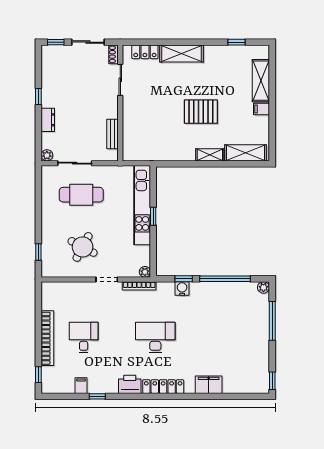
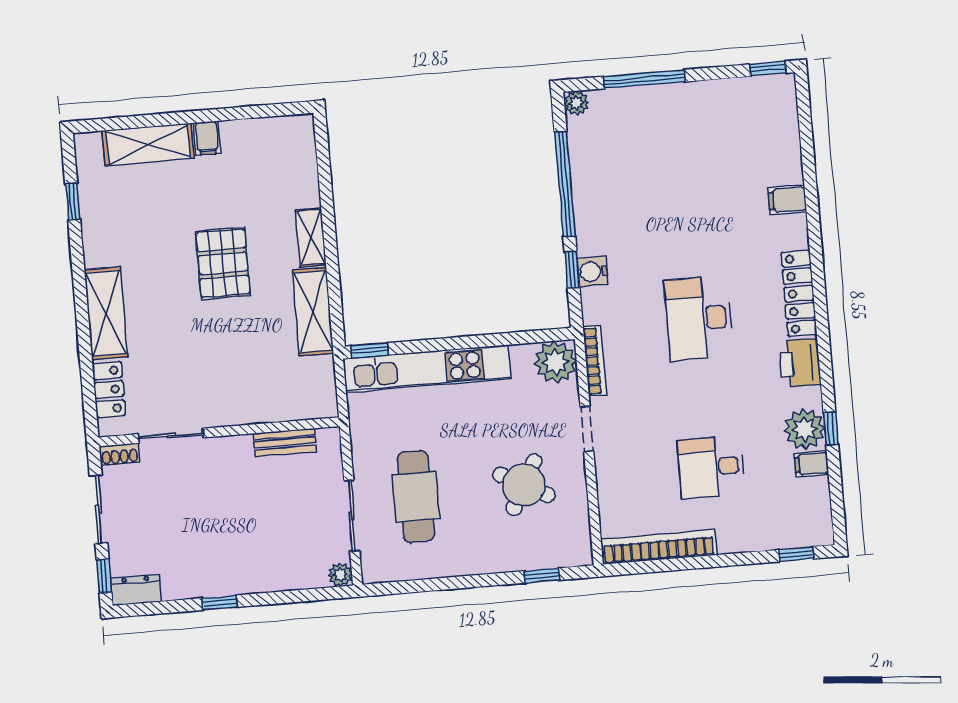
dresser: (48, 120) -> (136, 590), moved
shelving: (246, 153) -> (313, 312), moved
window: (153, 216) -> (370, 350), moved
plant: (145, 272) -> (555, 362), width x1.88, depth x1.88
bookcase: (47, 338) -> (659, 547), moved
plant: (98, 384) -> (805, 429), added
filing cabinet: (209, 385) -> (787, 200), width x0.50

